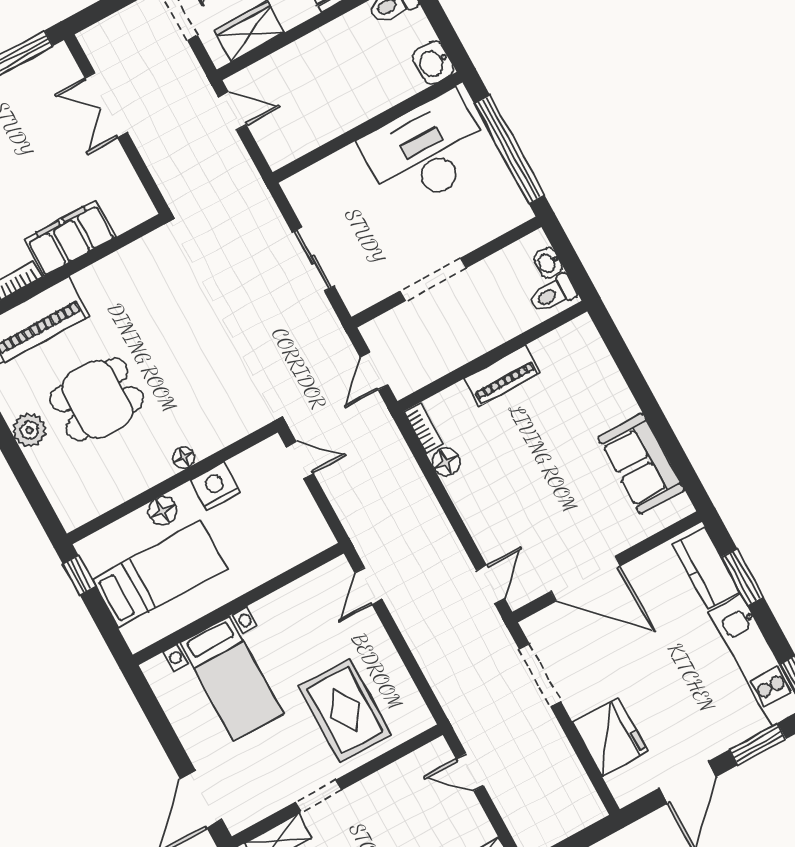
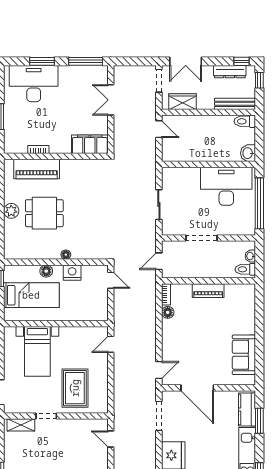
filing cabinet: (70, 238) -> (90, 144), moved

